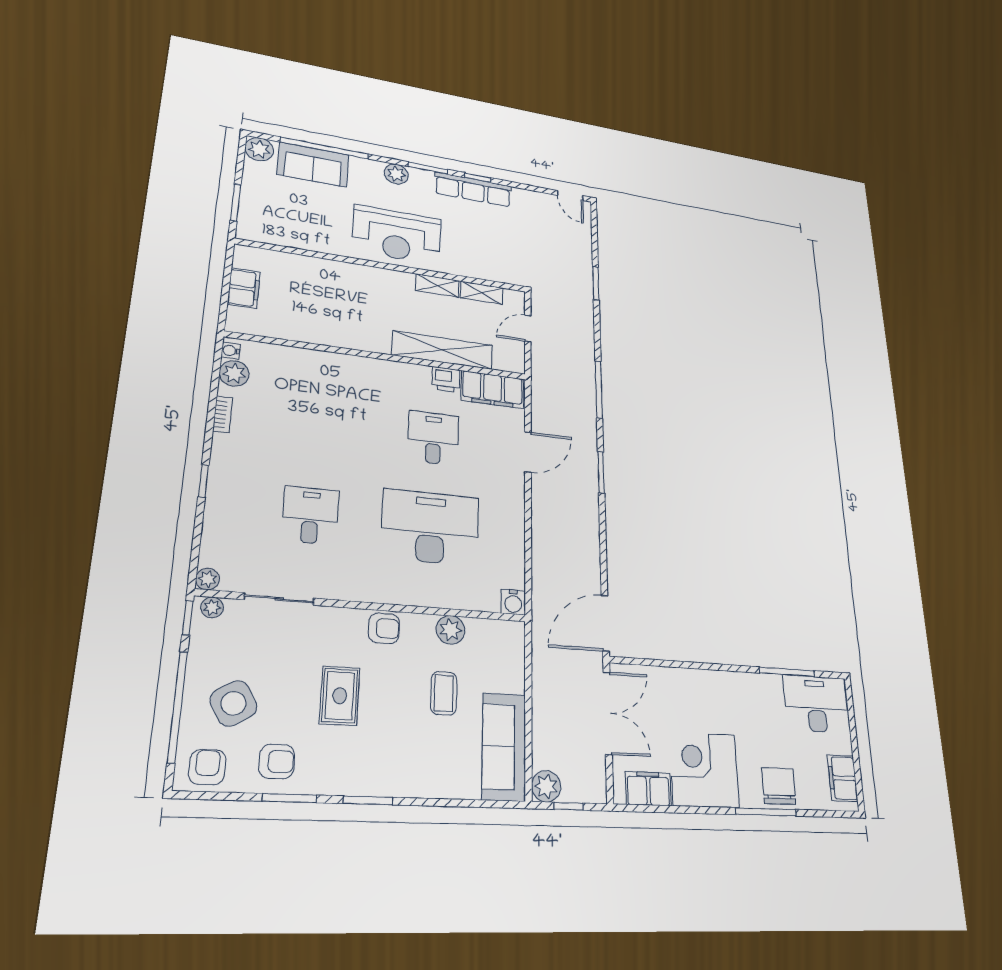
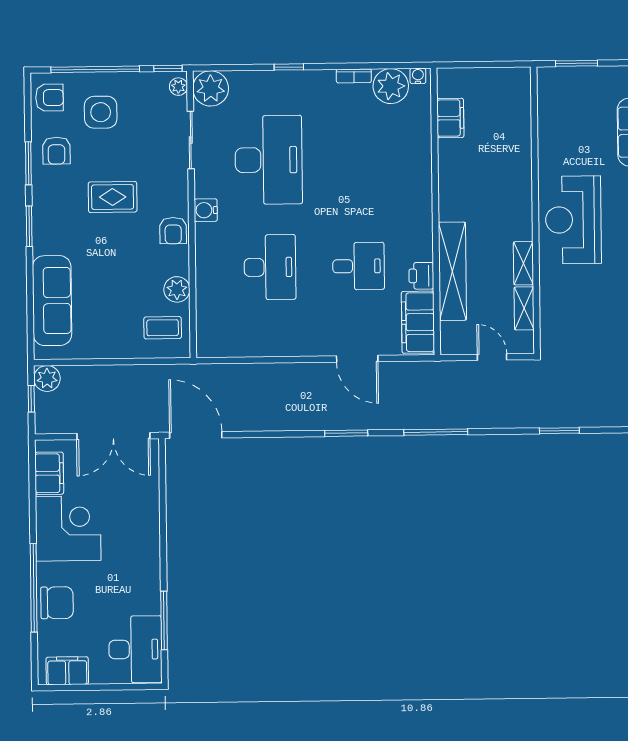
filing cabinet: (244, 288) -> (450, 118), moved, turned -90
plant: (234, 373) -> (391, 86), width x1.36, depth x1.36
desk: (310, 515) -> (269, 160), width x1.87, depth x1.30
desk: (430, 527) -> (270, 267), width x0.73, depth x0.77
plant: (208, 579) -> (211, 88), width x1.88, depth x1.88
water cooler: (513, 602) -> (206, 210), moved
coffee table: (444, 693) -> (163, 328), moved
side table: (234, 703) -> (101, 112), turned 31
sofa: (504, 747) -> (52, 301), moved, turned 90
window: (766, 812) -> (34, 588), width x1.46

